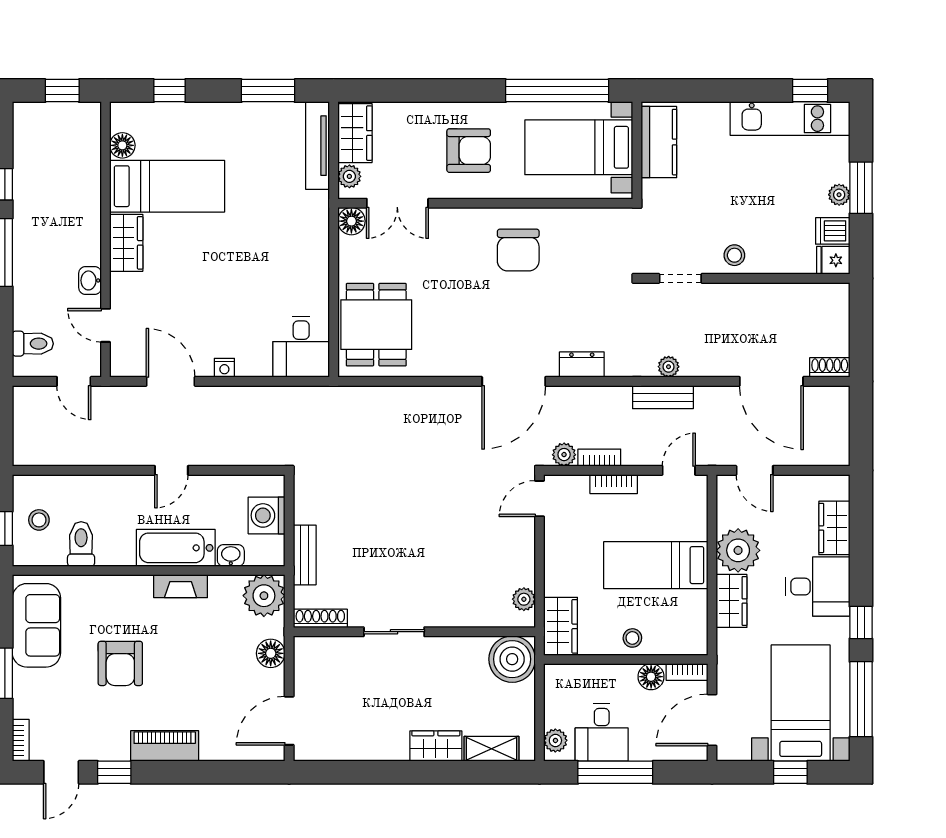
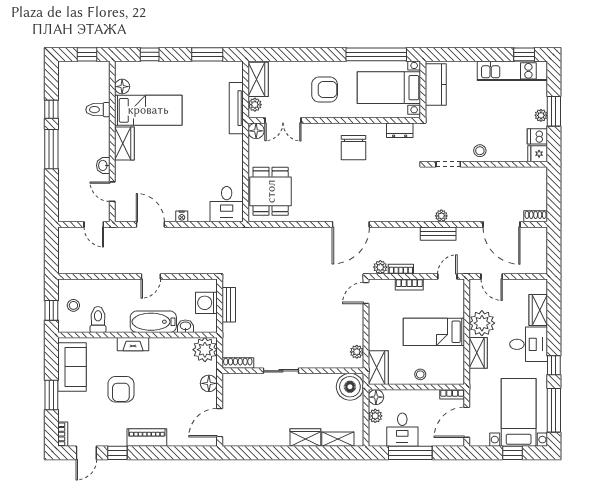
tv unit: (318, 146) -> (236, 108), moved
toilet: (33, 344) -> (98, 110), moved, turned 180
dresser: (582, 365) -> (400, 130), moved, turned 180
bench: (305, 555) -> (229, 305), moved
fireplace: (181, 586) -> (133, 344), moved
floor lamp: (651, 677) -> (376, 397), moved
plant: (555, 740) -> (375, 416), moved

